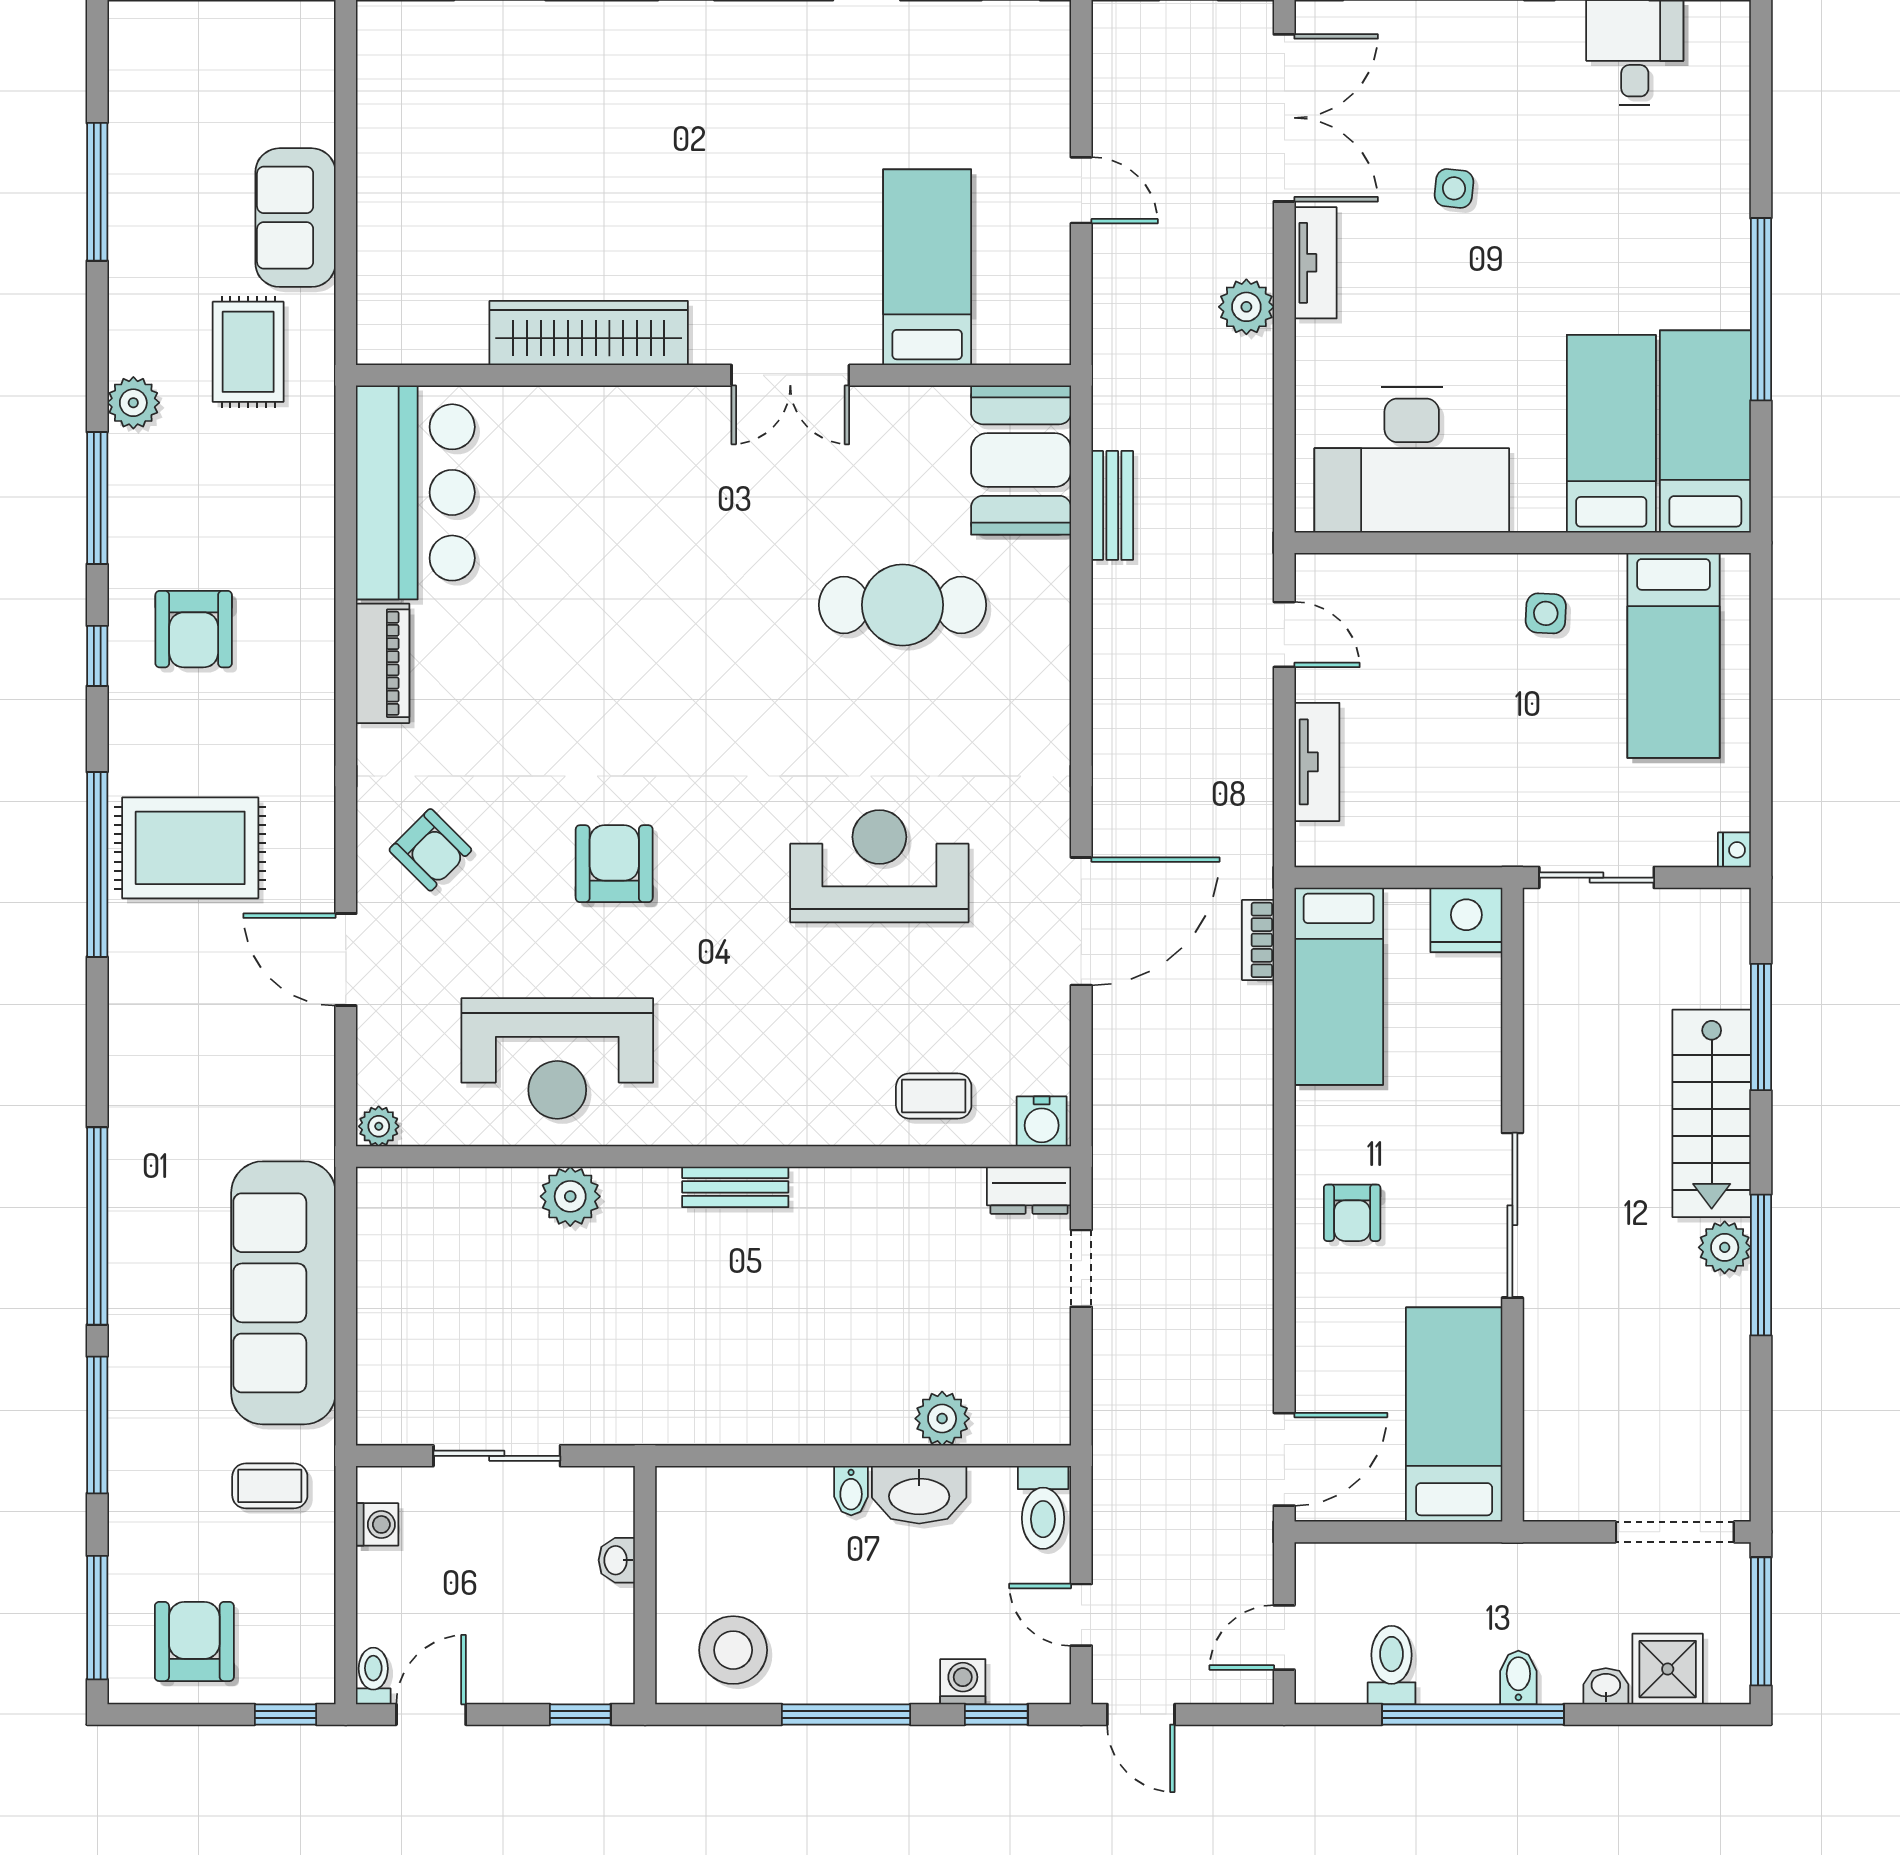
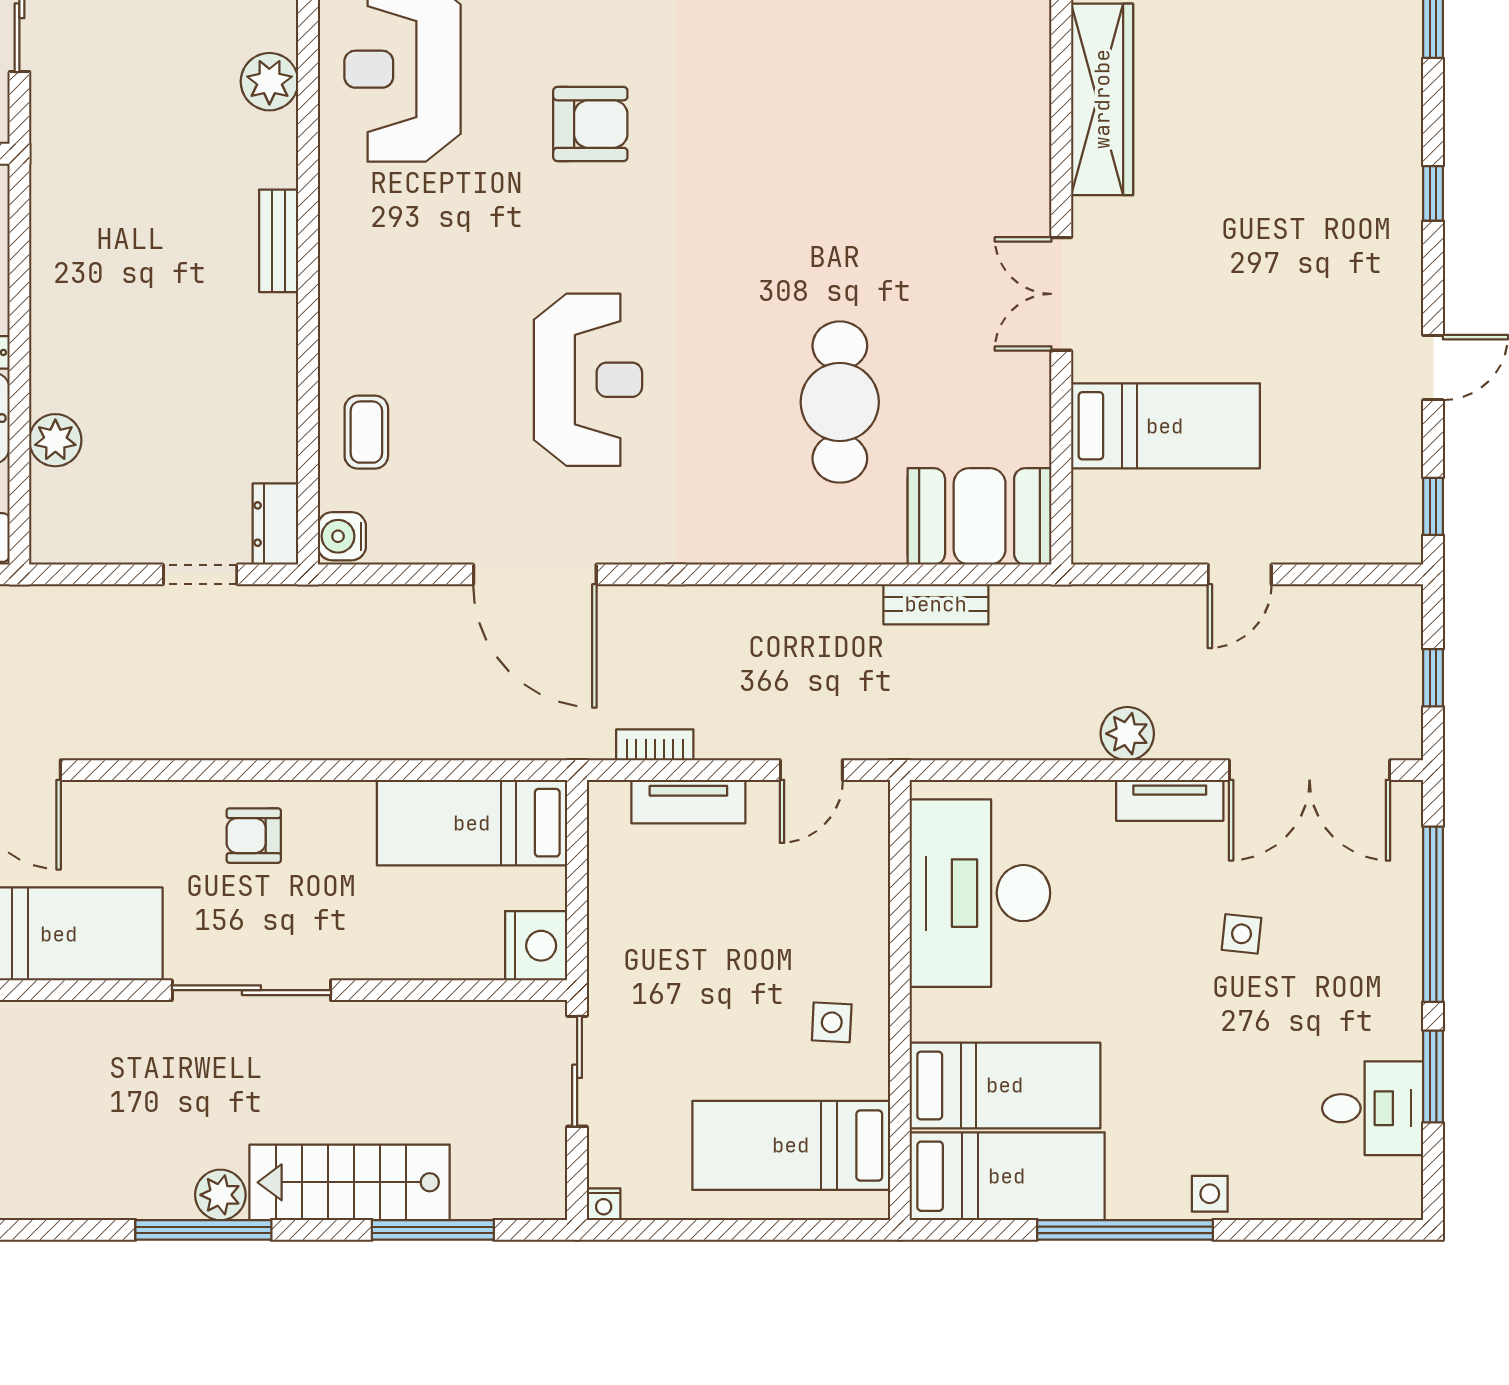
side table: (1724, 221) -> (1210, 1194), added
bookcase: (1258, 940) -> (655, 745), moved

